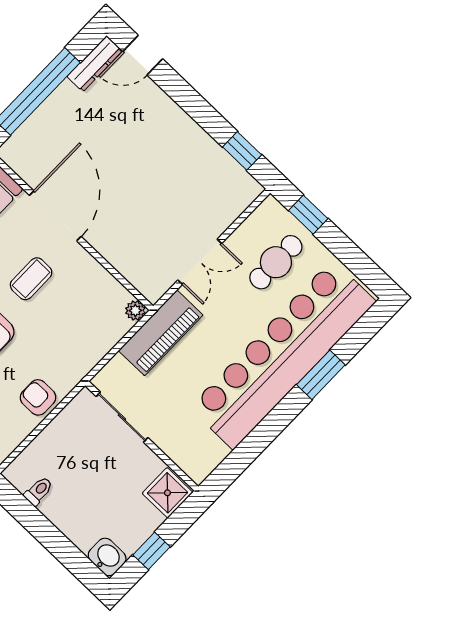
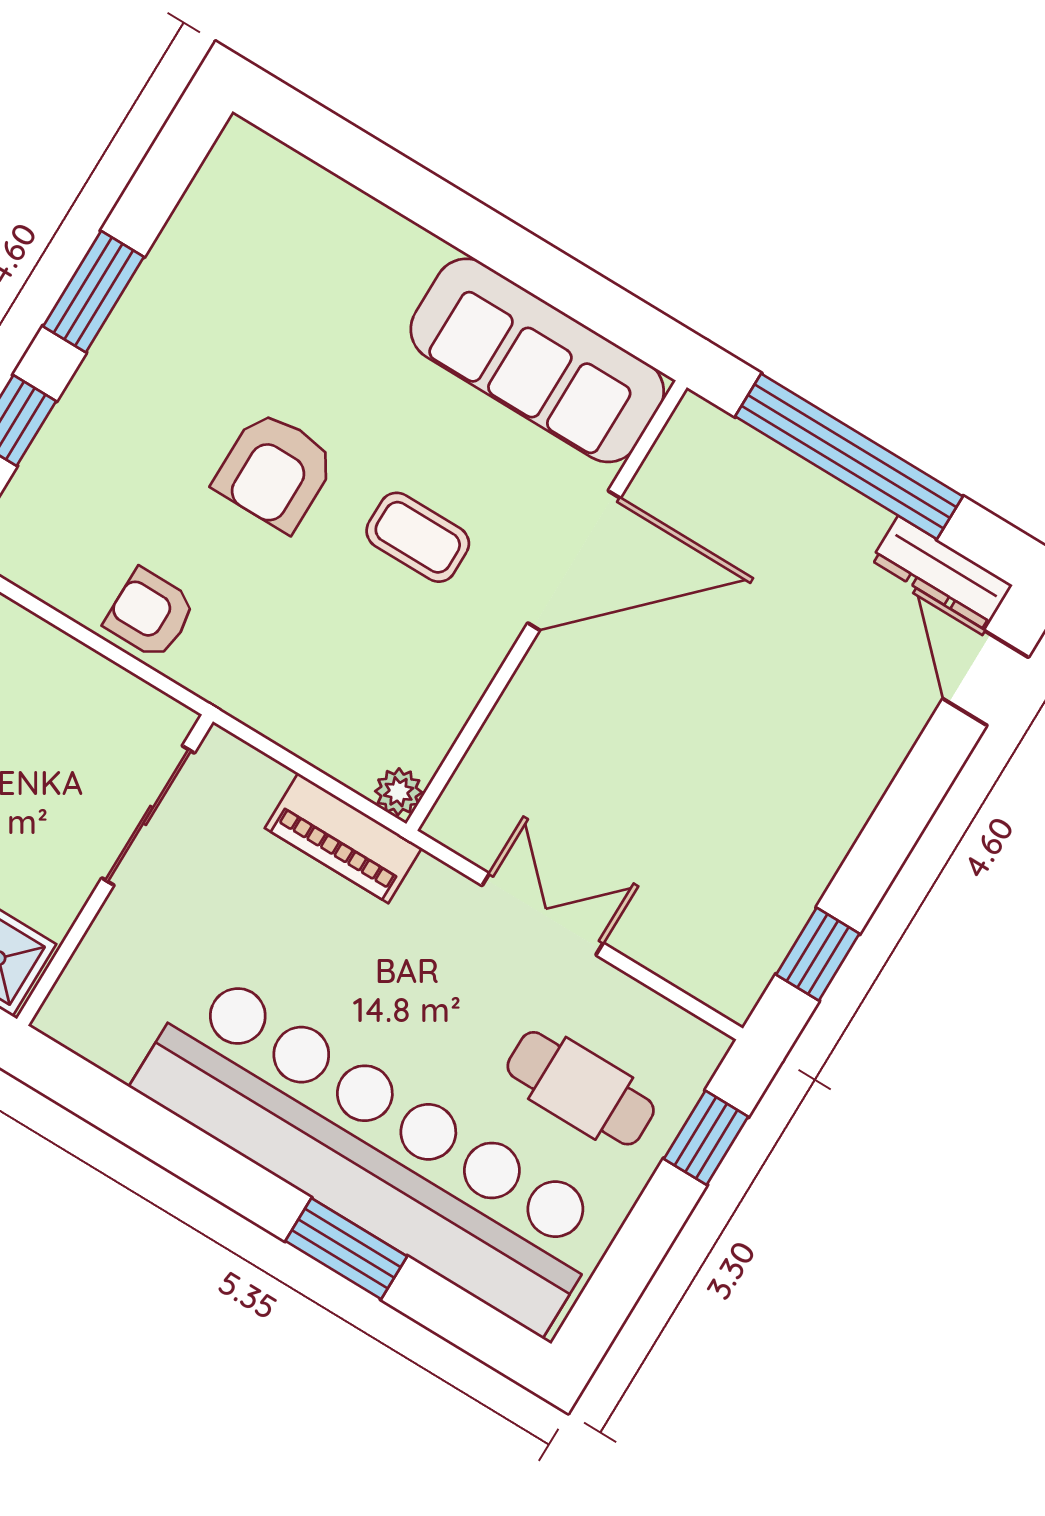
double door: (200, 262) -> (543, 914), swing flipped
piano: (161, 333) -> (343, 838), width x0.73, depth x0.75
armchair: (38, 397) -> (150, 614), turned -90

